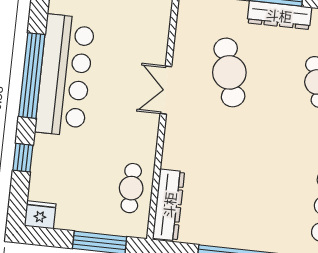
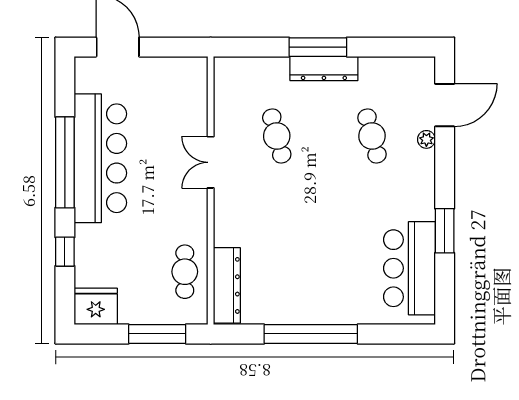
cafe table: (229, 72) -> (277, 136), width x0.73, depth x0.74
fridge: (40, 215) -> (96, 306), width x1.36, depth x1.34

